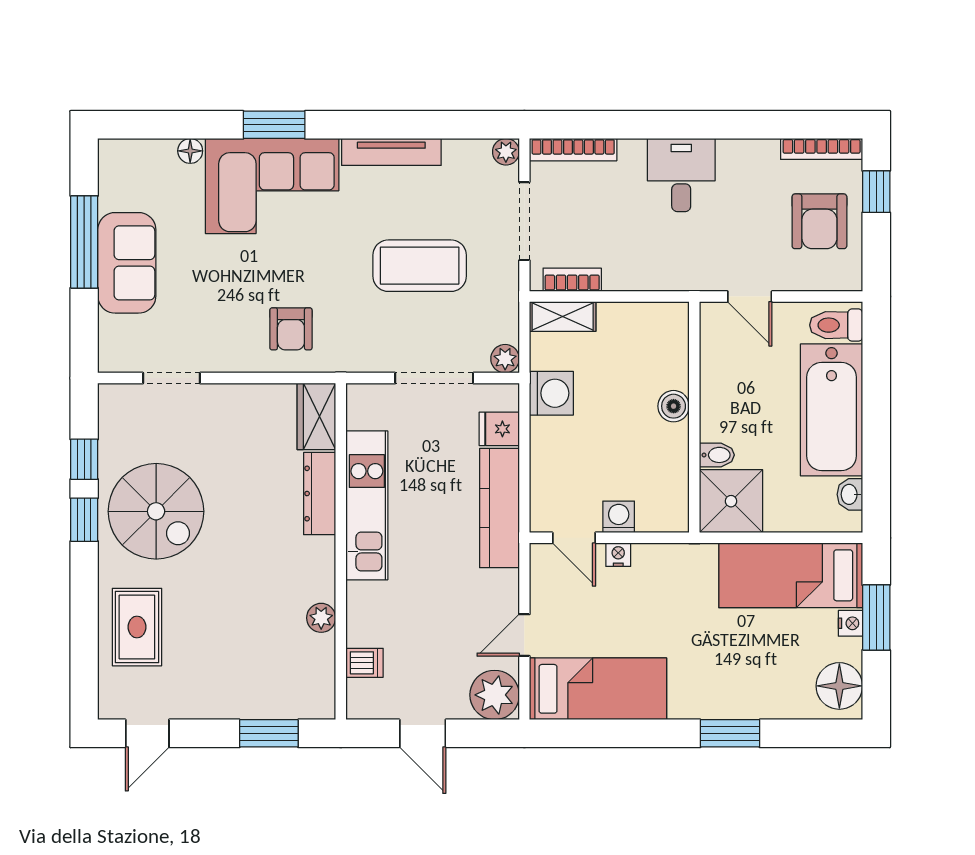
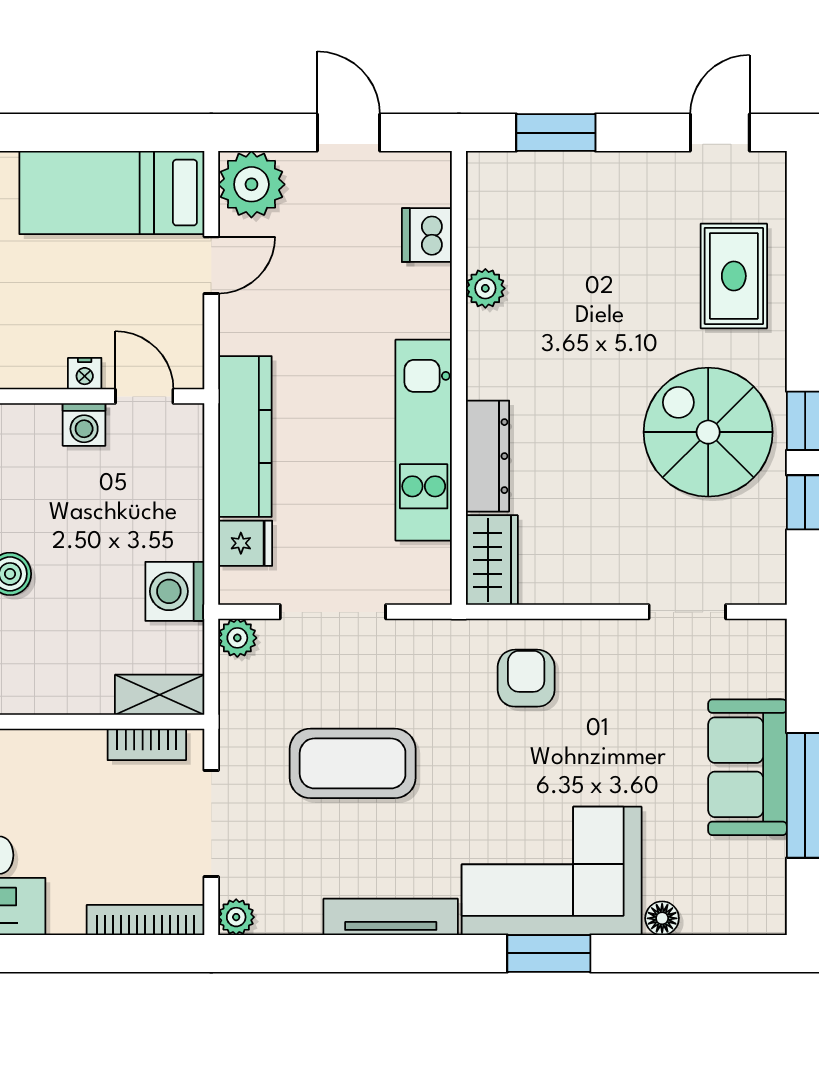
dishwasher: (365, 663) -> (427, 235), width x1.38

